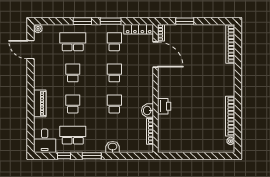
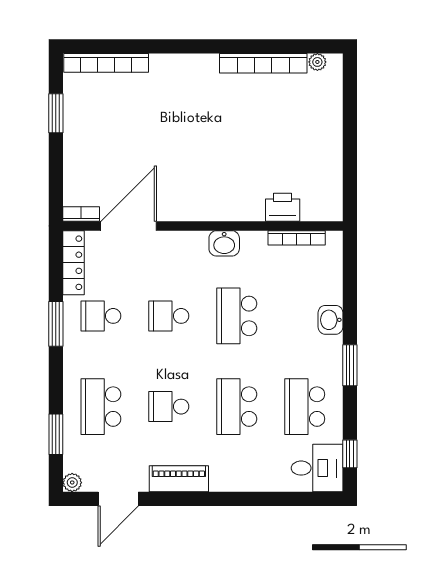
window: (82, 21) -> (56, 434), moved
window: (185, 21) -> (56, 113), moved
piano: (40, 103) -> (179, 479), moved
school desk: (73, 104) -> (237, 407), width x1.85
school desk: (114, 104) -> (237, 316), width x1.85
printer: (164, 106) -> (283, 207), moved
washbasin: (148, 111) -> (224, 243), moved
window: (64, 156) -> (350, 454), moved

